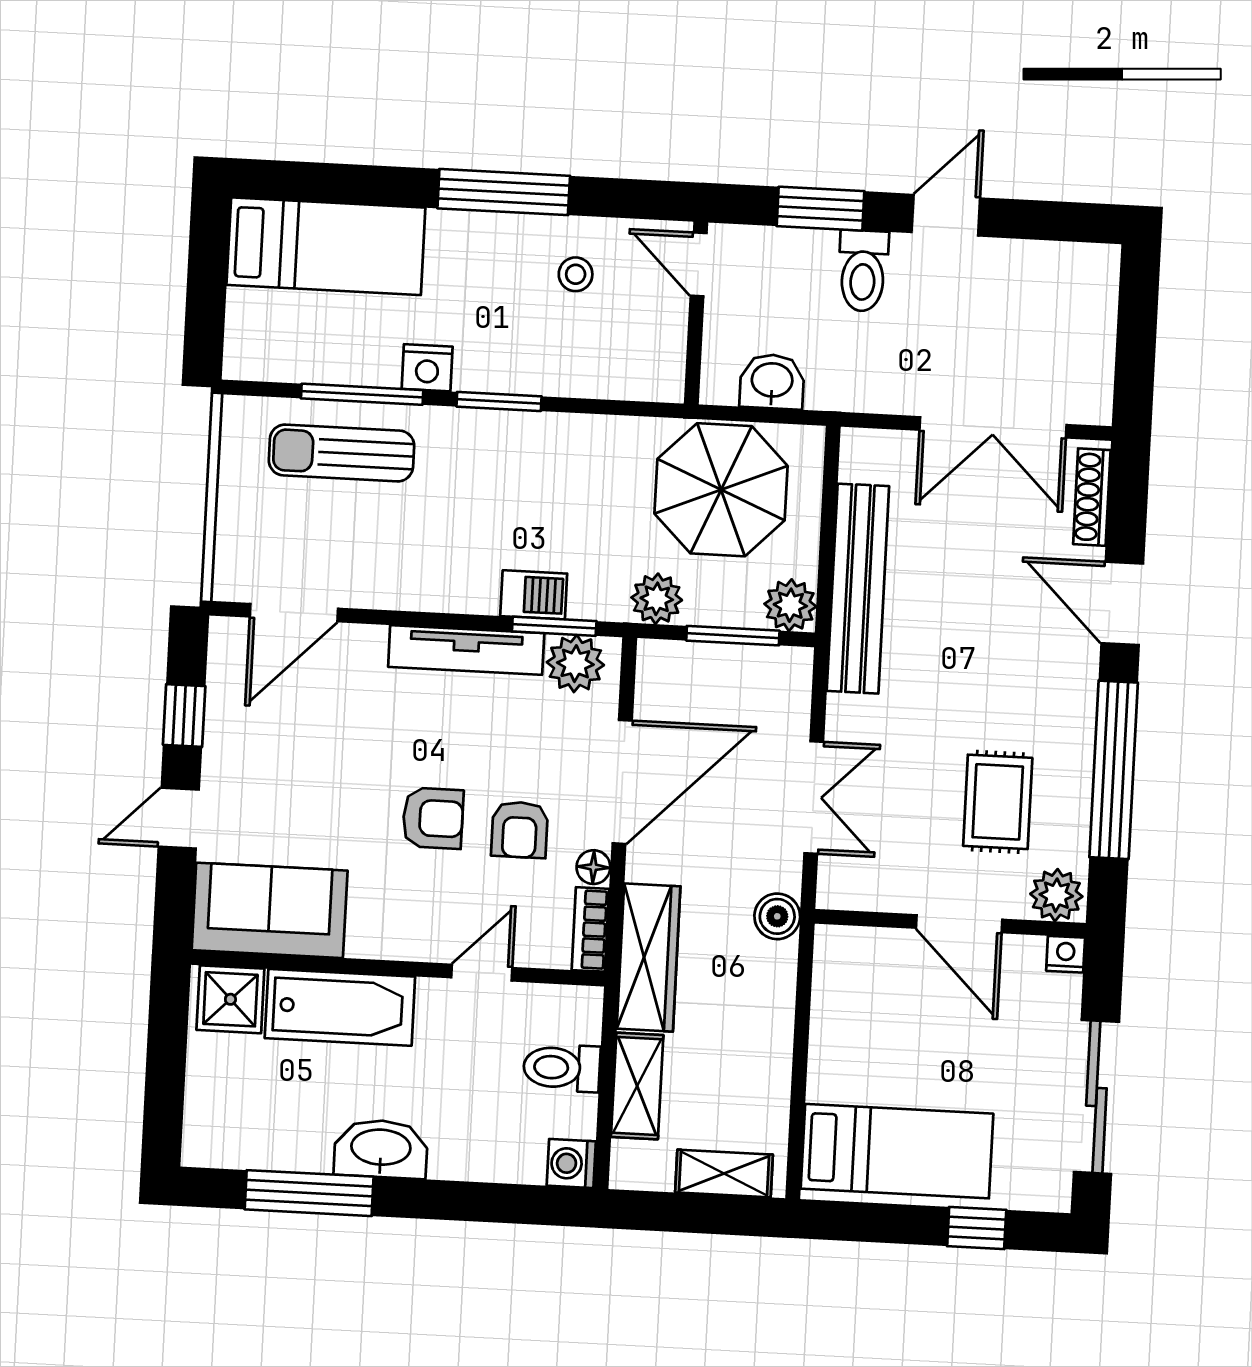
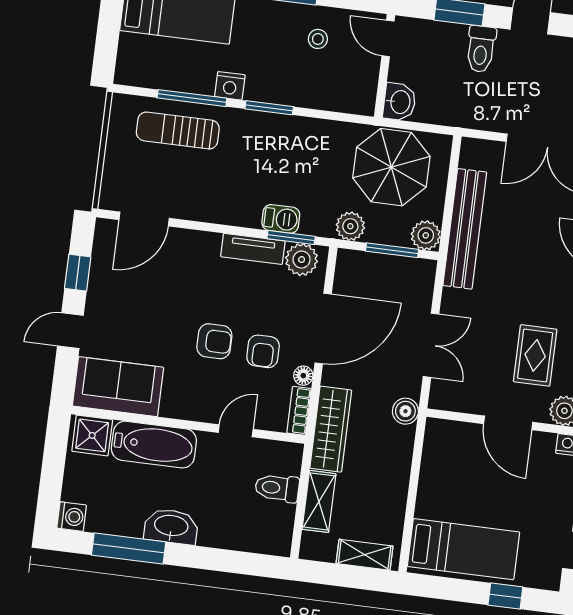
washbasin: (772, 382) -> (400, 102), moved, turned 90
tv unit: (466, 650) -> (253, 249), width x0.71
washing machine: (571, 1164) -> (72, 517), moved, turned 180

